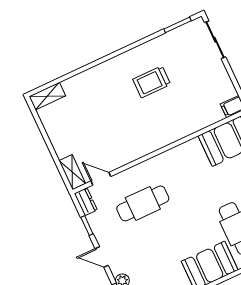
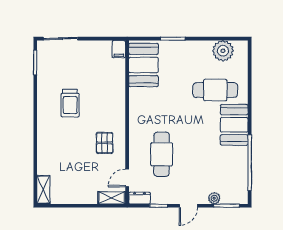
pallet: (127, 138) -> (105, 143), added

